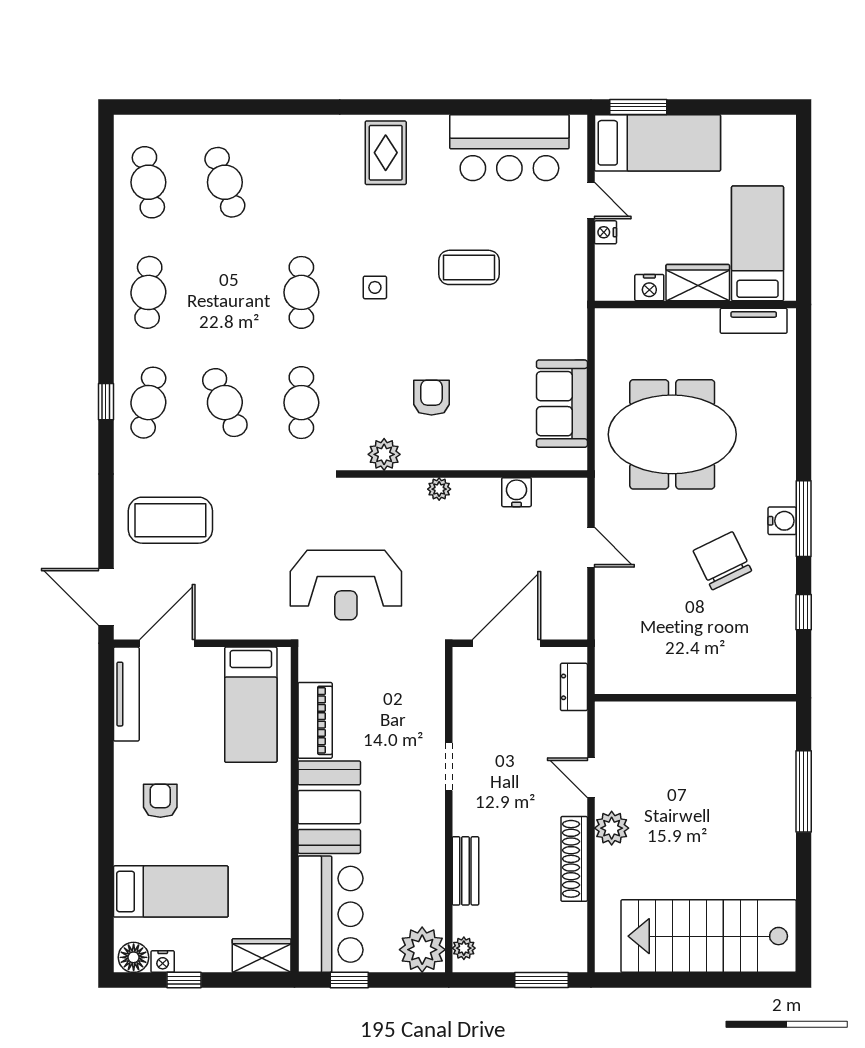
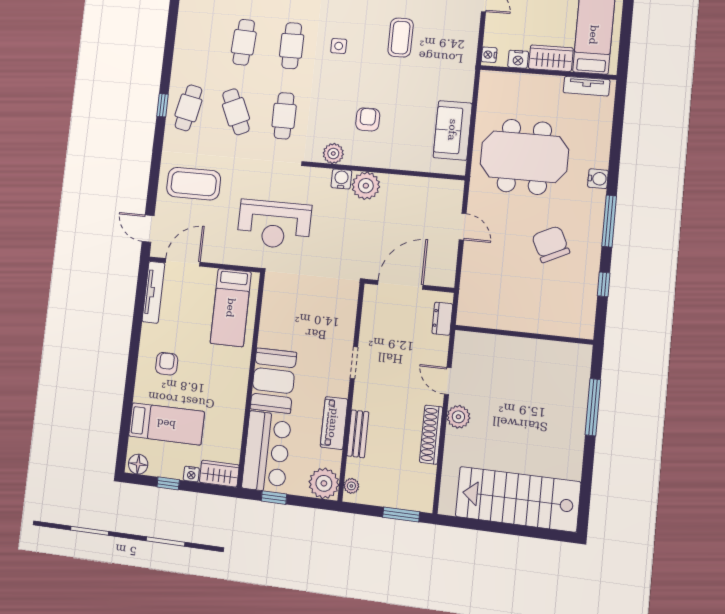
nightstand: (605, 232) -> (489, 55), moved
coffee table: (469, 267) -> (401, 38), turned 90
cafe table: (148, 292) -> (244, 42), moved
plant: (439, 489) -> (366, 186), width x1.88, depth x1.88
water cooler: (516, 492) -> (341, 179), moved
water cooler: (782, 521) -> (598, 179), moved
reception desk: (346, 585) -> (274, 224), moved
door: (106, 597) -> (148, 229), width x0.73
piano: (315, 720) -> (334, 423), moved, turned 180
nightstand: (163, 962) -> (191, 474), moved

